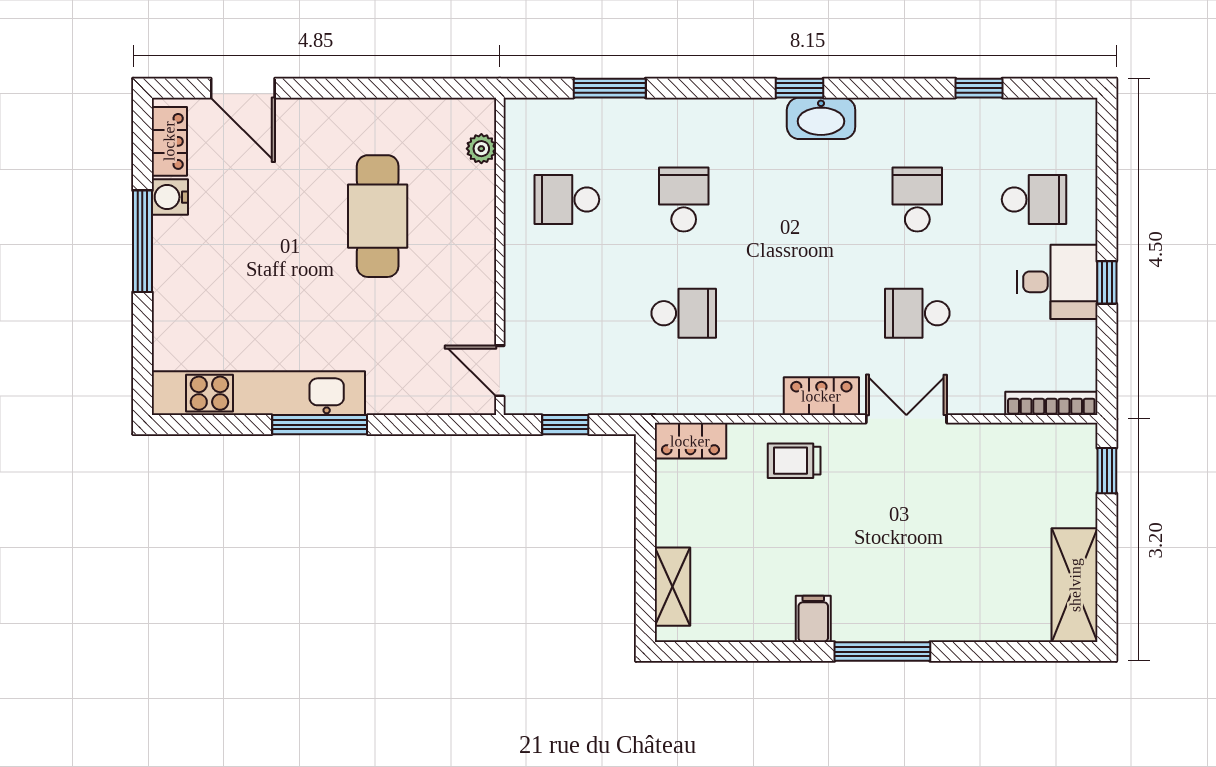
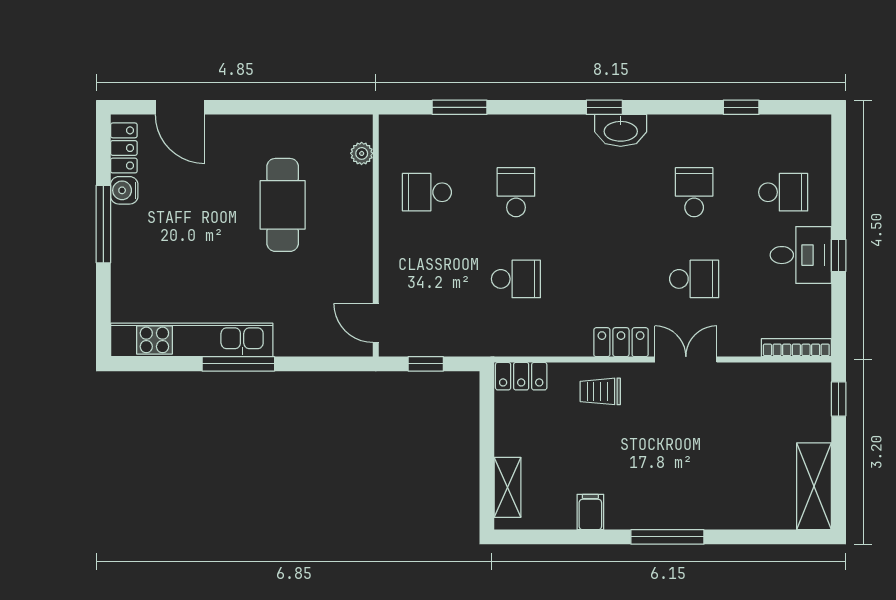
school desk: (917, 313) -> (694, 279), turned 180
filing cabinet: (813, 619) -> (590, 512), moved

